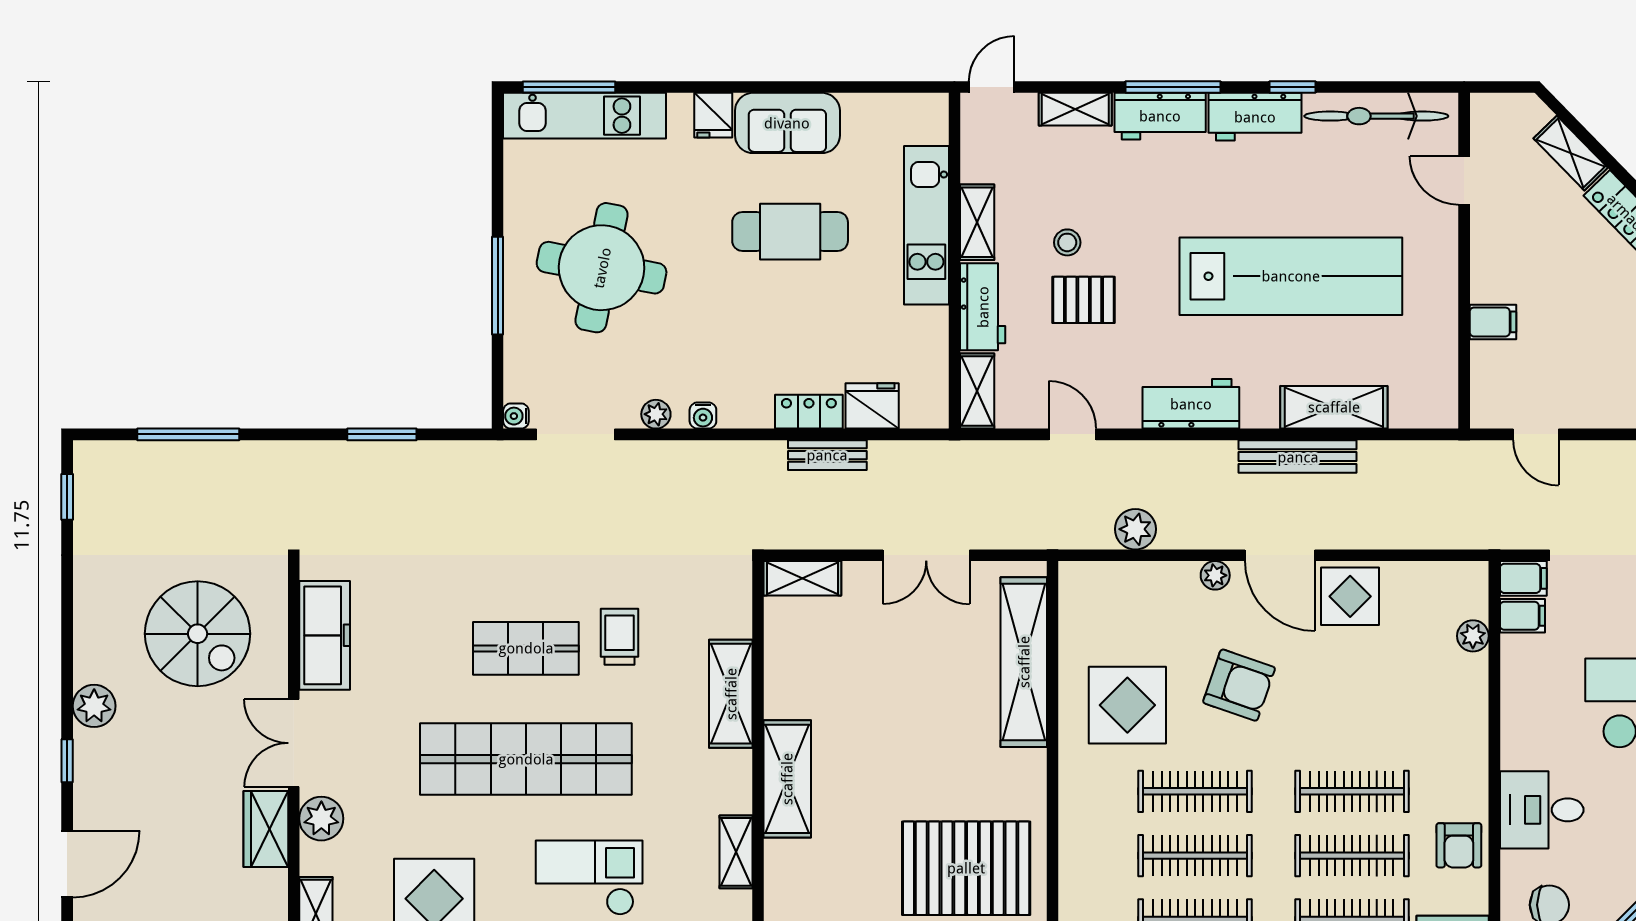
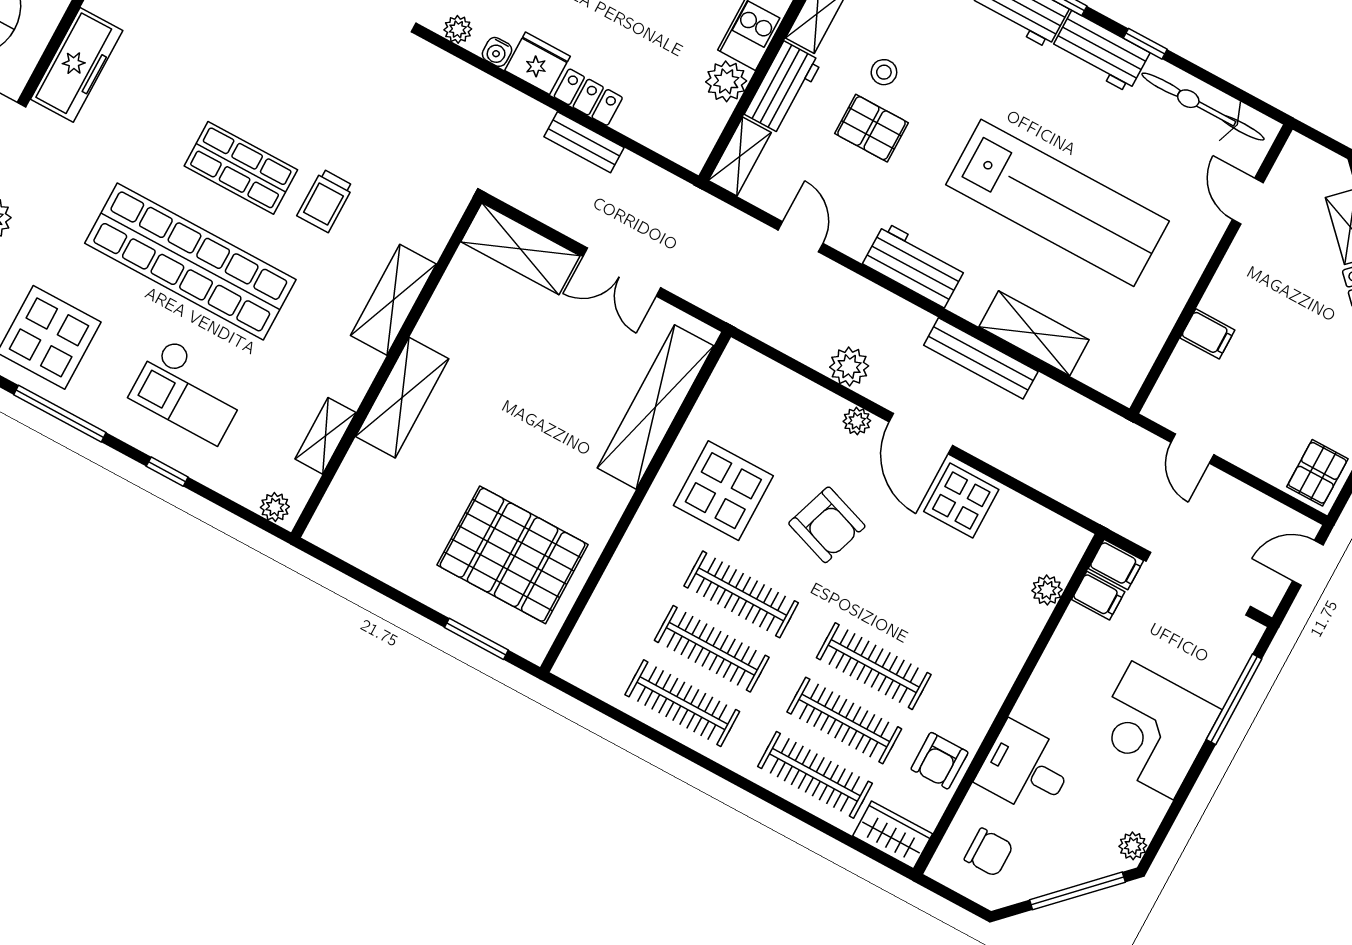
plant: (927, 329) -> (726, 81), added
fridge: (872, 406) -> (537, 63), moved
plant: (1135, 529) -> (849, 367), moved
shelving: (802, 578) -> (520, 249), width x1.50, depth x1.33
trolley: (619, 637) -> (325, 201), turned 180
checkout: (589, 878) -> (190, 391), turned 180

